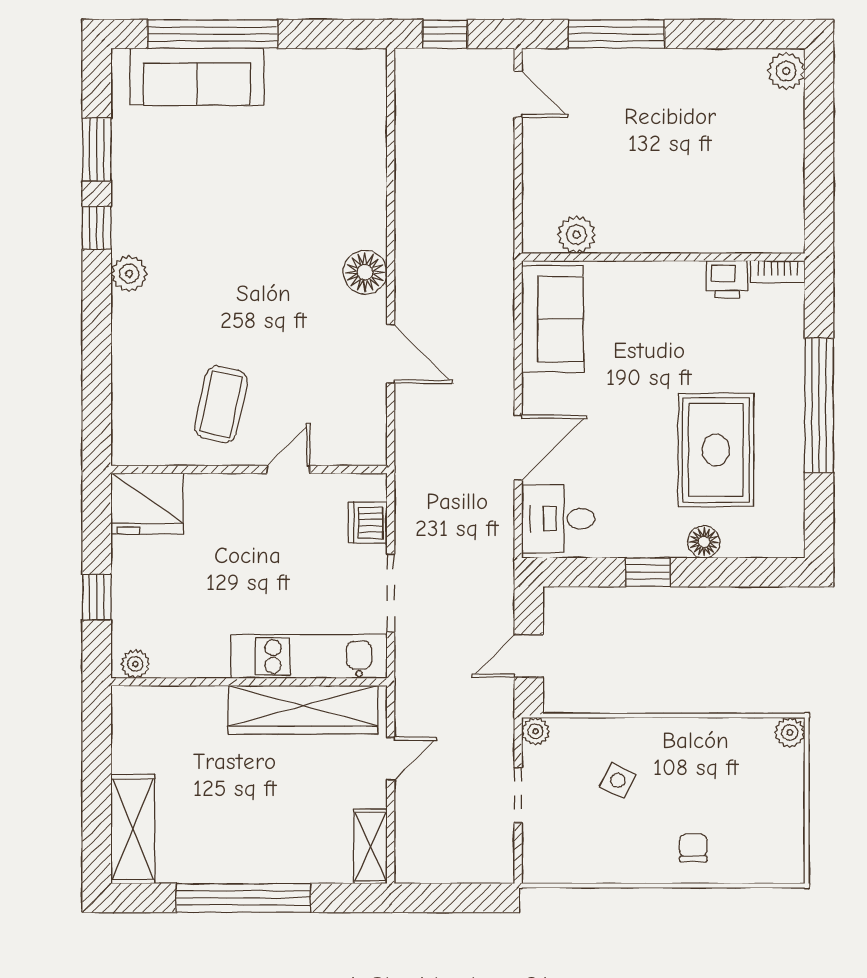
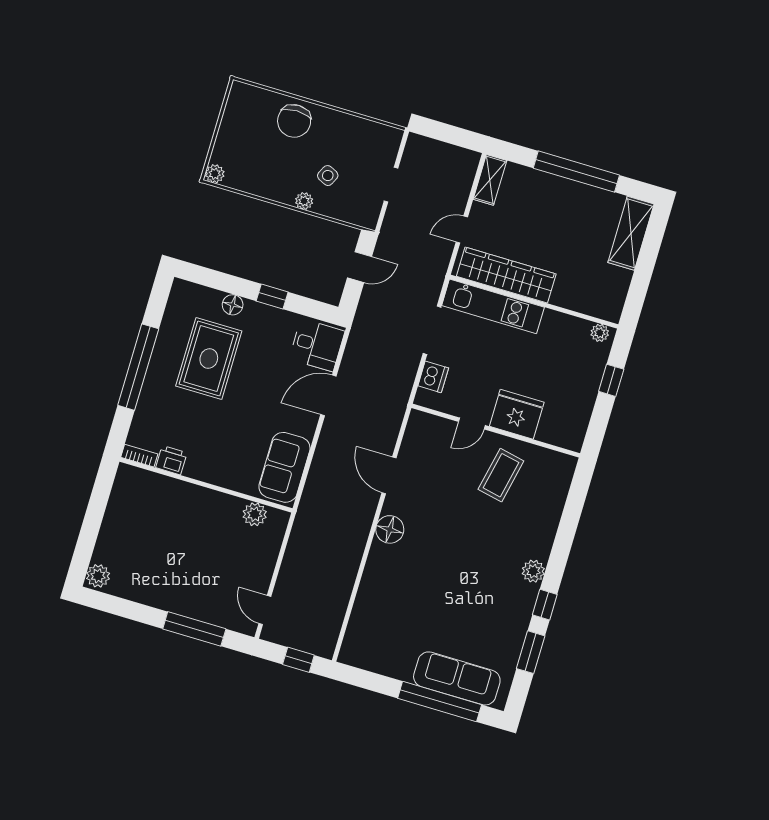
fridge: (147, 504) -> (517, 414), moved
plant: (536, 731) -> (304, 201), moved
chair: (693, 848) -> (294, 121), width x1.87, depth x1.87

